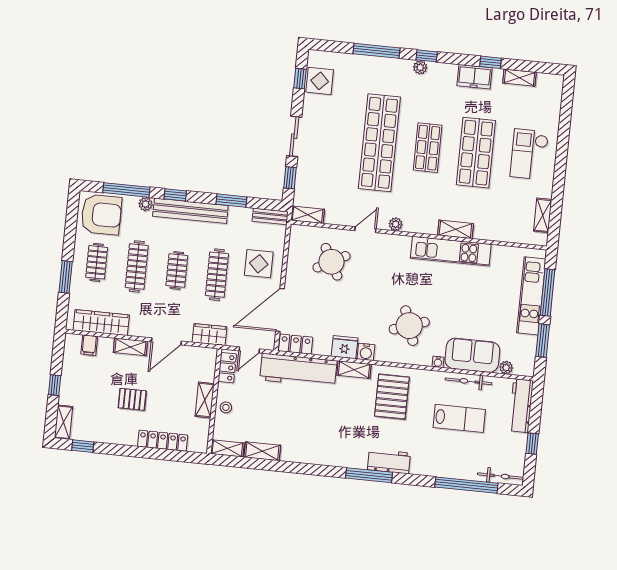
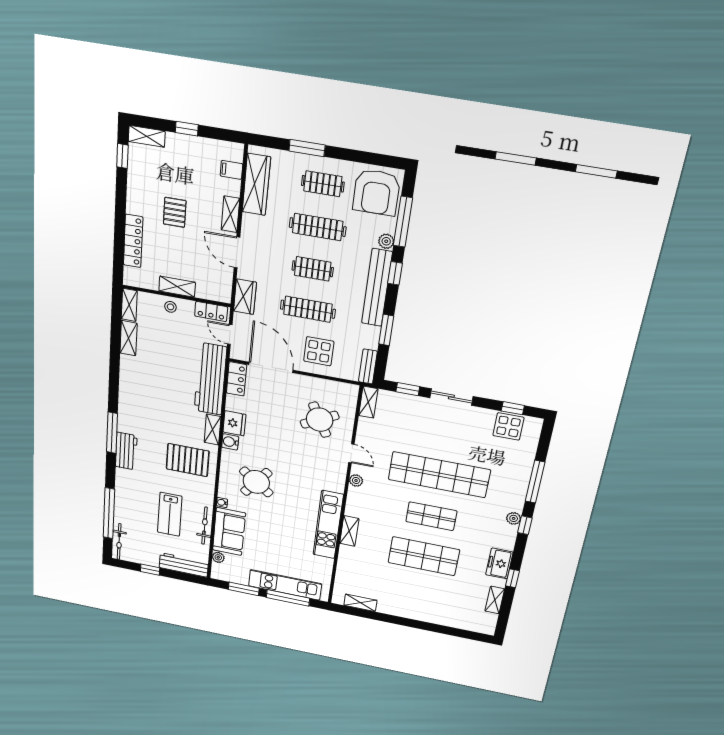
checkout: (529, 154) -> (419, 599), removed
round table: (409, 326) -> (256, 482), turned -34

